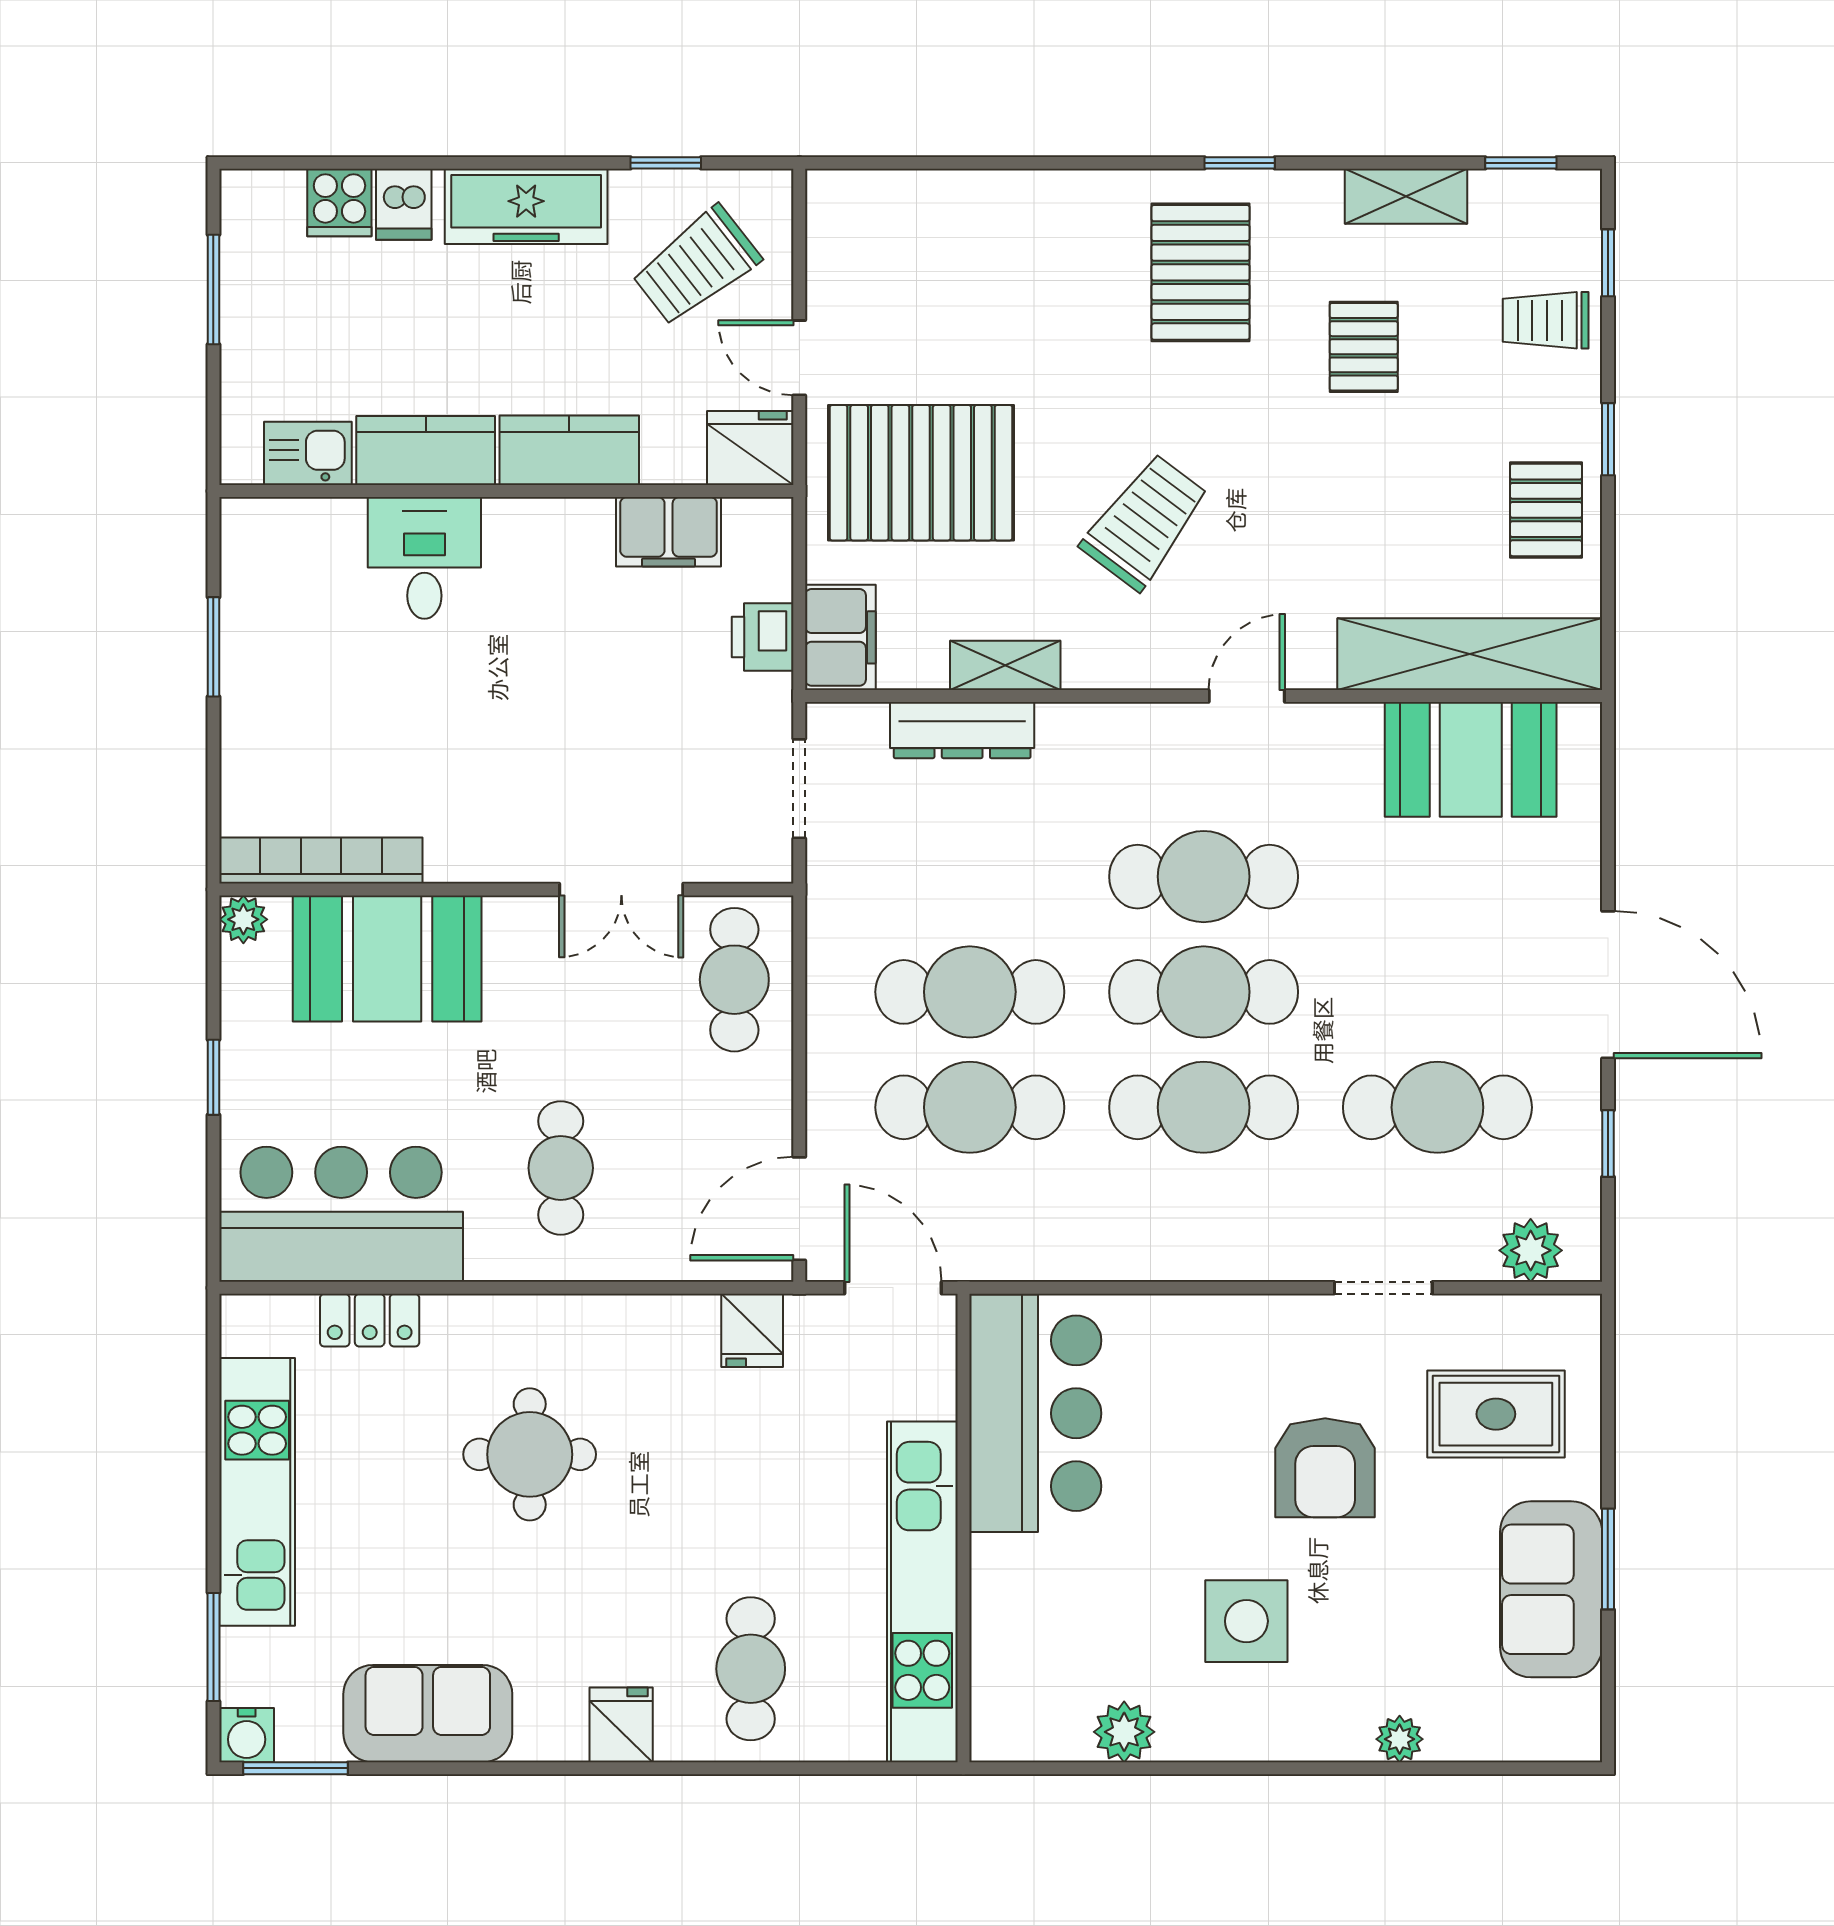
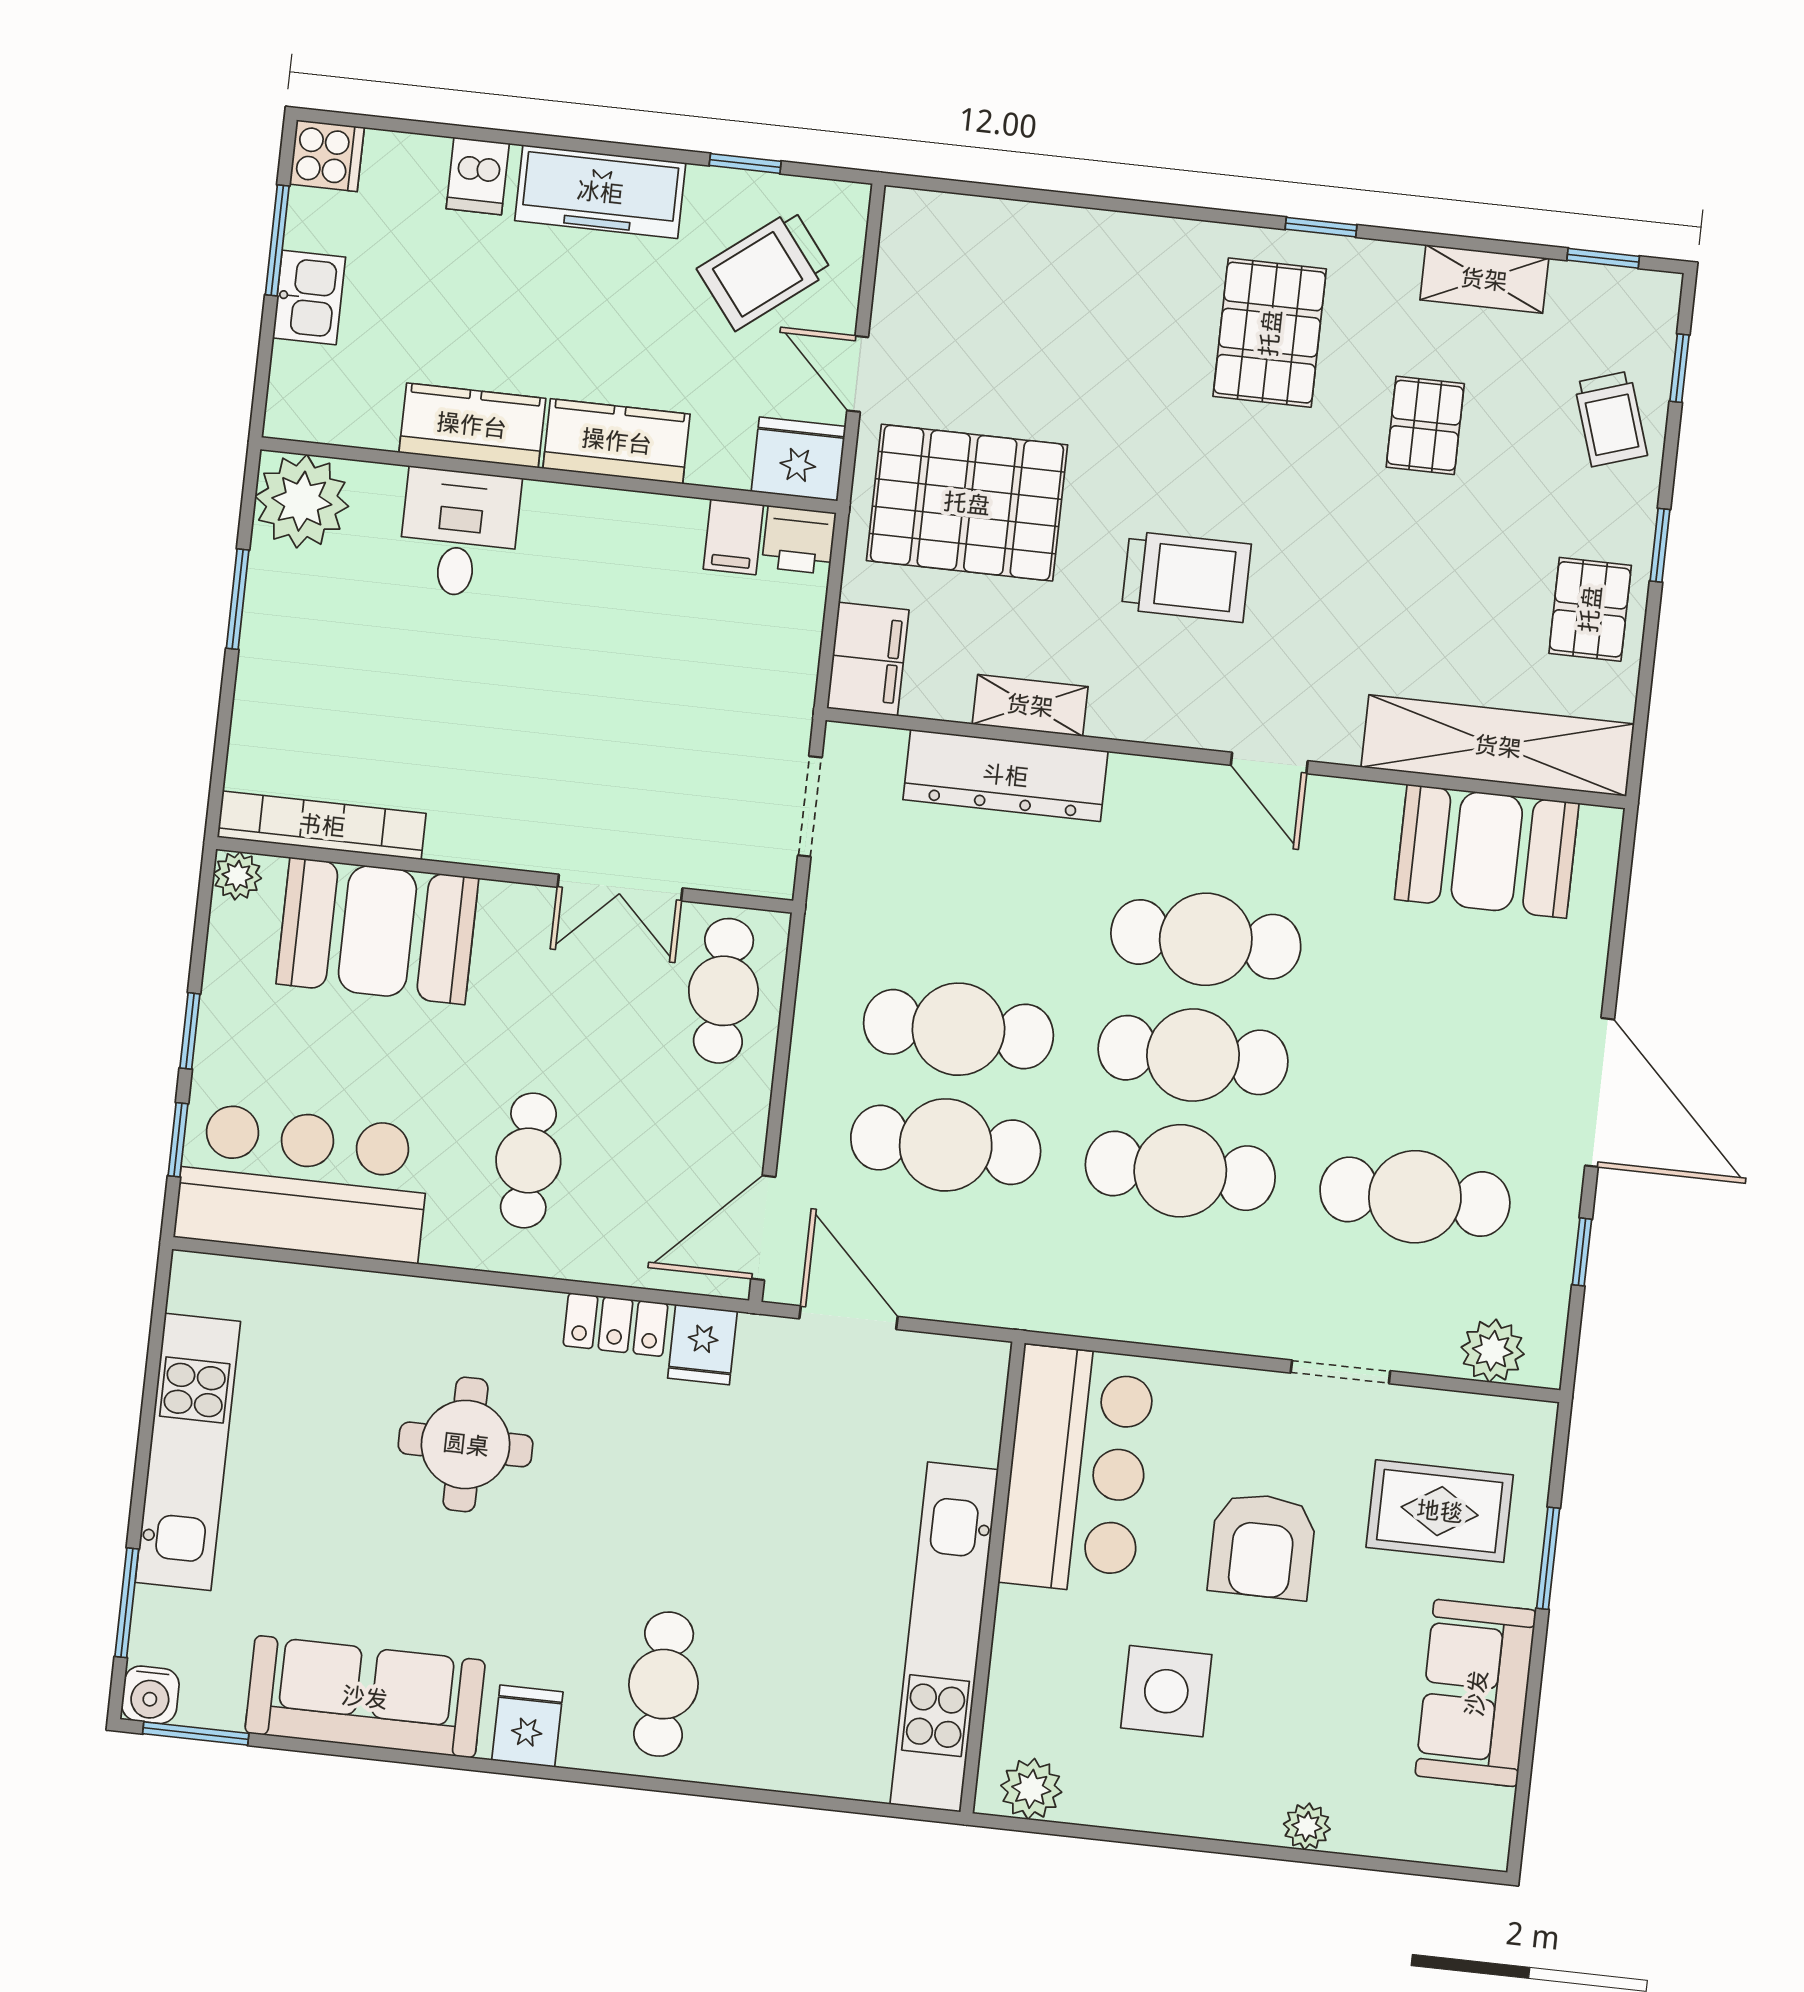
cooker: (339, 203) -> (327, 156), moved, turned -90
trolley: (1546, 320) -> (1611, 419), turned -108
kitchen sink: (308, 453) -> (309, 297), moved, turned 90
trolley: (1145, 522) -> (1186, 577), turned 53
filing cabinet: (669, 532) -> (733, 537), width x0.50
plant: (266, 544) -> (302, 501), added
printer: (763, 637) -> (799, 540), moved, turned -90
door: (1247, 696) -> (1269, 763), swing flipped
dresser: (962, 730) -> (1005, 775), width x1.37, depth x1.24
window: (213, 1186) -> (178, 1140), added
locker: (370, 1320) -> (615, 1325), moved
bar counter: (1035, 1413) -> (1077, 1470), moved
wall: (963, 1528) -> (993, 1577), moved
window: (1608, 1559) -> (1548, 1558), moved
kitchen unit: (922, 1592) -> (944, 1637), moved
sofa: (428, 1714) -> (365, 1697), width x1.36

